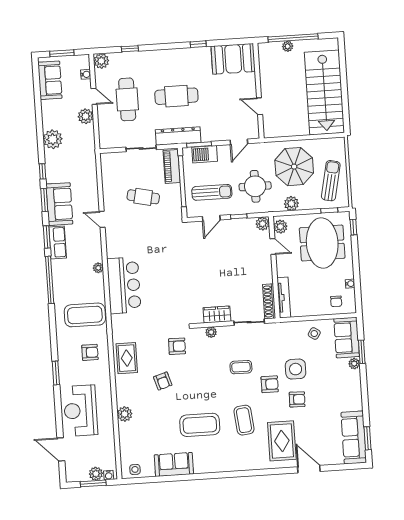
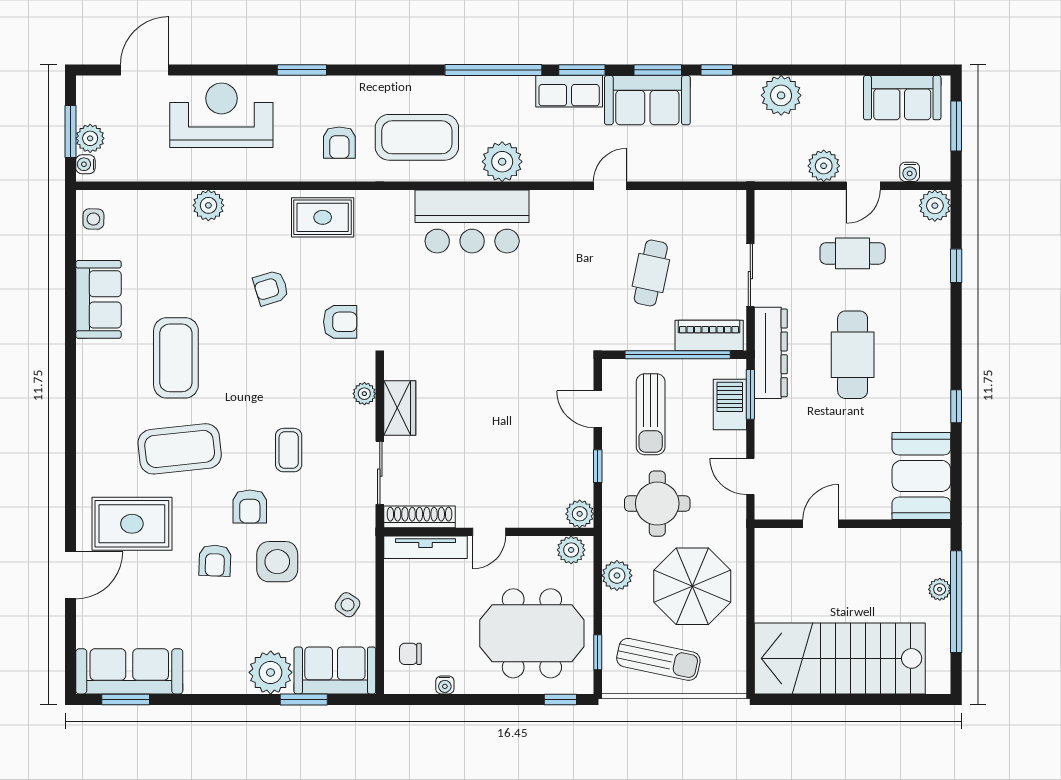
cafe table: (127, 99) -> (853, 253), width x0.73, depth x0.74
door: (273, 246) -> (489, 532), moved
plant: (98, 268) -> (502, 162), width x1.88, depth x1.88
coffee table: (85, 315) -> (417, 137), turned 90
armchair: (177, 346) -> (340, 322), turned -90
plant: (354, 364) -> (271, 672), width x1.88, depth x1.88
coffee table: (244, 420) -> (180, 449), width x1.36, depth x1.32

